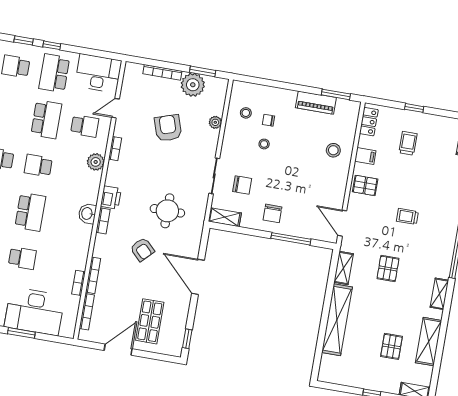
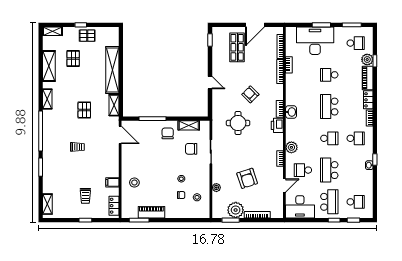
pallet: (365, 185) -> (87, 36), moved
shelving: (225, 217) -> (189, 125), moved
door: (198, 277) -> (210, 83), width x0.53

